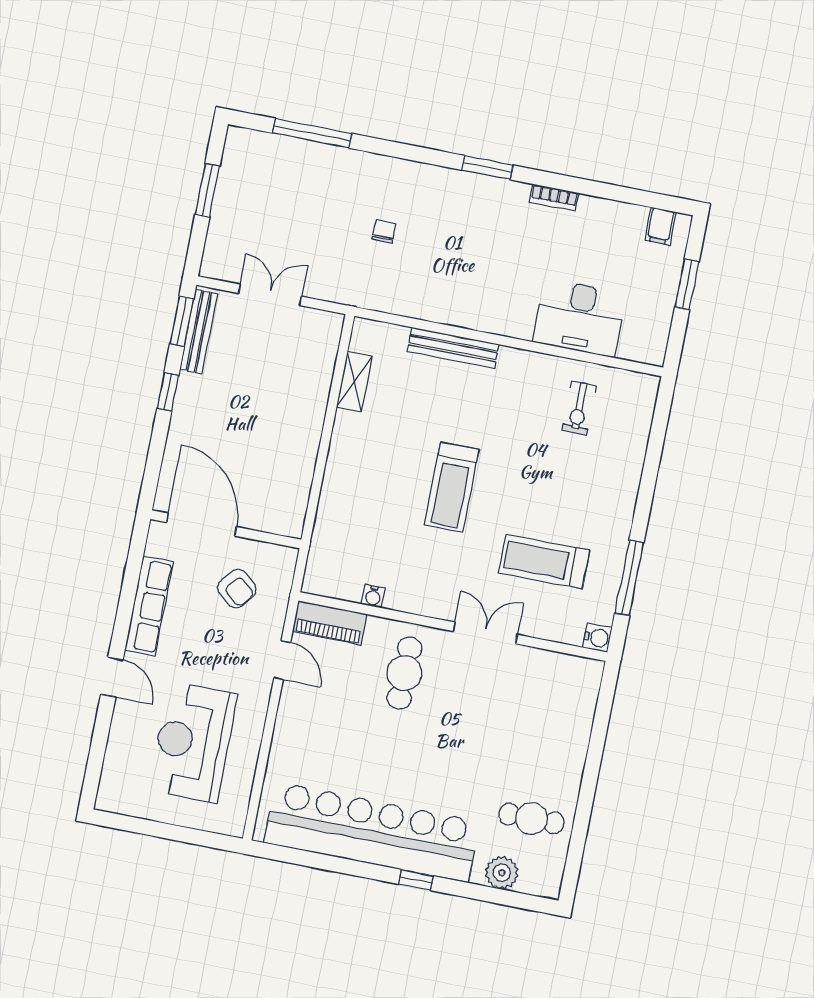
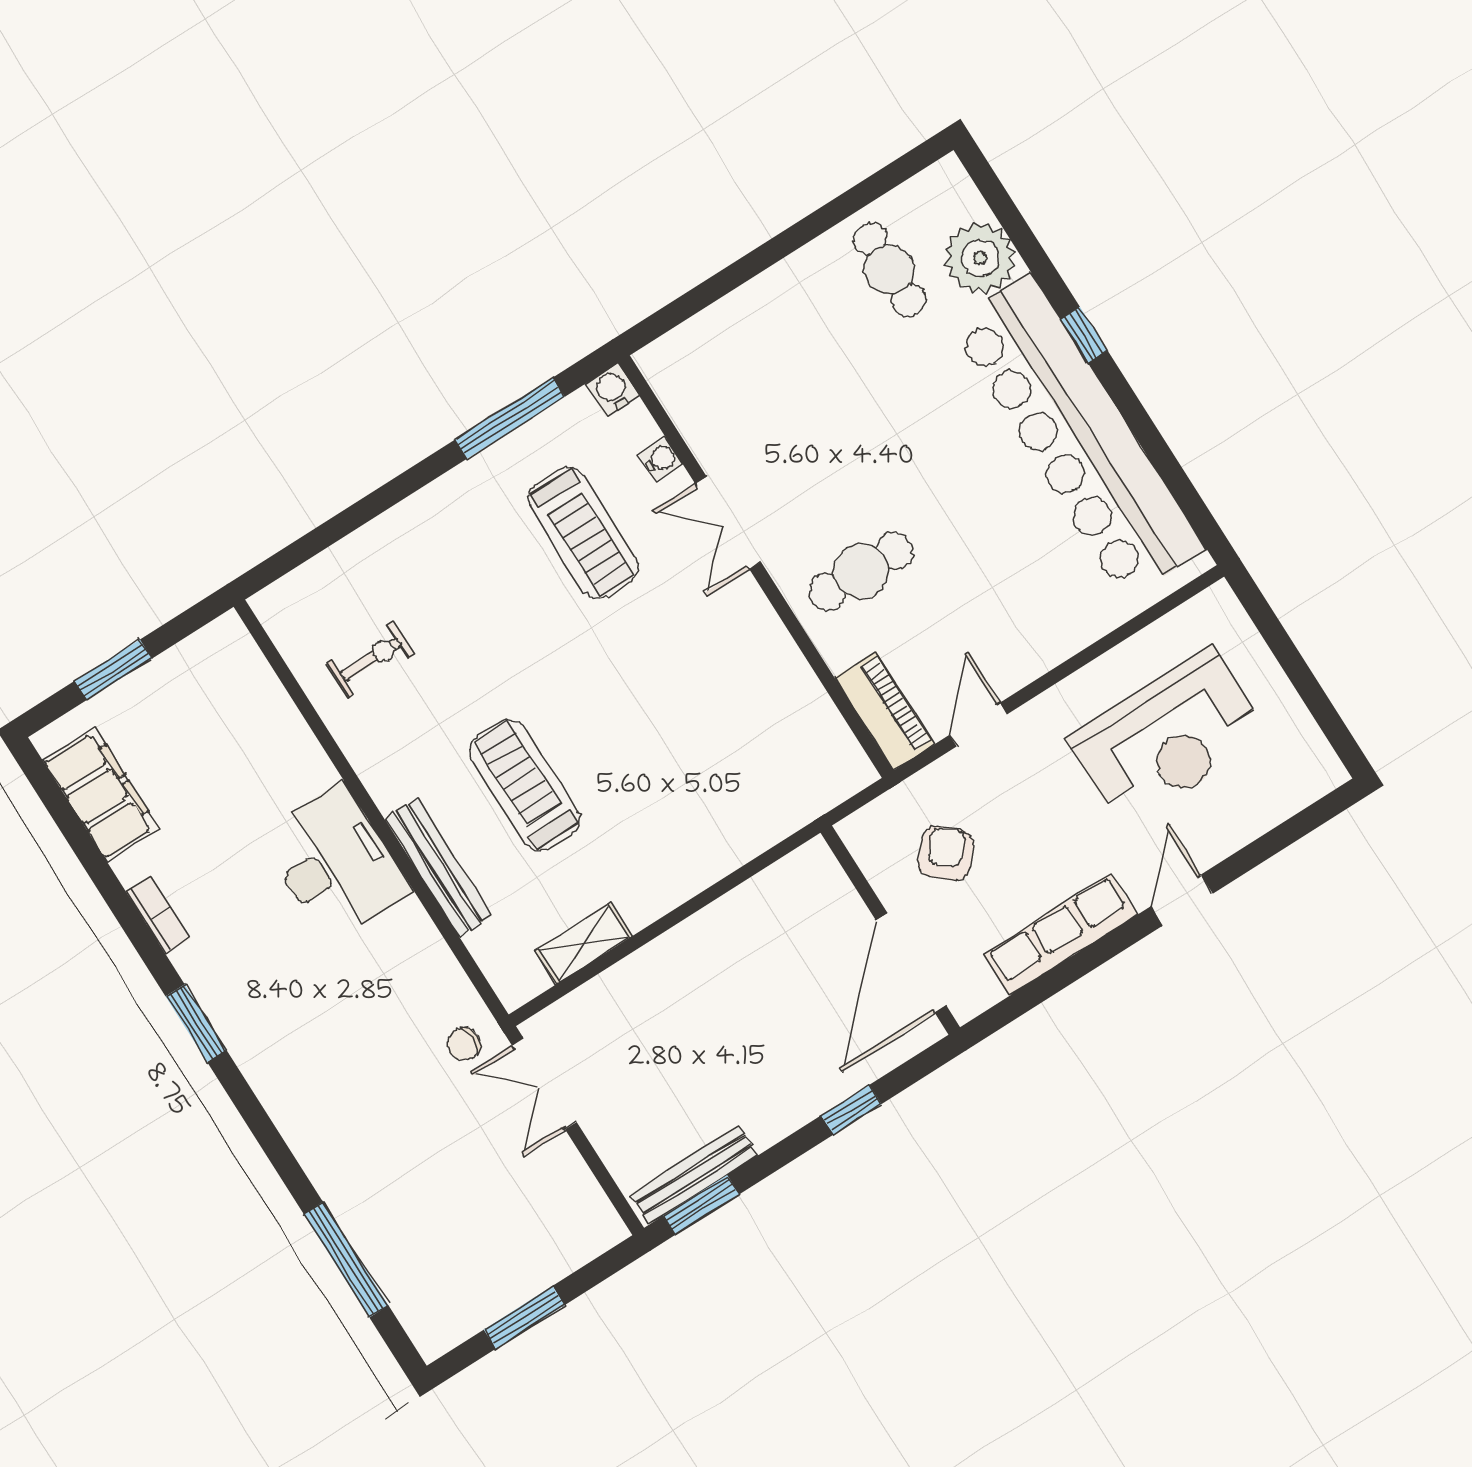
filing cabinet: (660, 226) -> (101, 794), width x3.00, depth x1.17
chair: (384, 231) -> (464, 1044), moved
double door: (270, 295) -> (544, 1084), moved
desk: (580, 318) -> (335, 863), moved
window: (168, 392) -> (851, 1110), moved
treadmill: (452, 487) -> (525, 785), moved, turned -90
water cooler: (373, 596) -> (661, 459), moved
plant: (502, 873) -> (980, 258), width x1.36, depth x1.36

